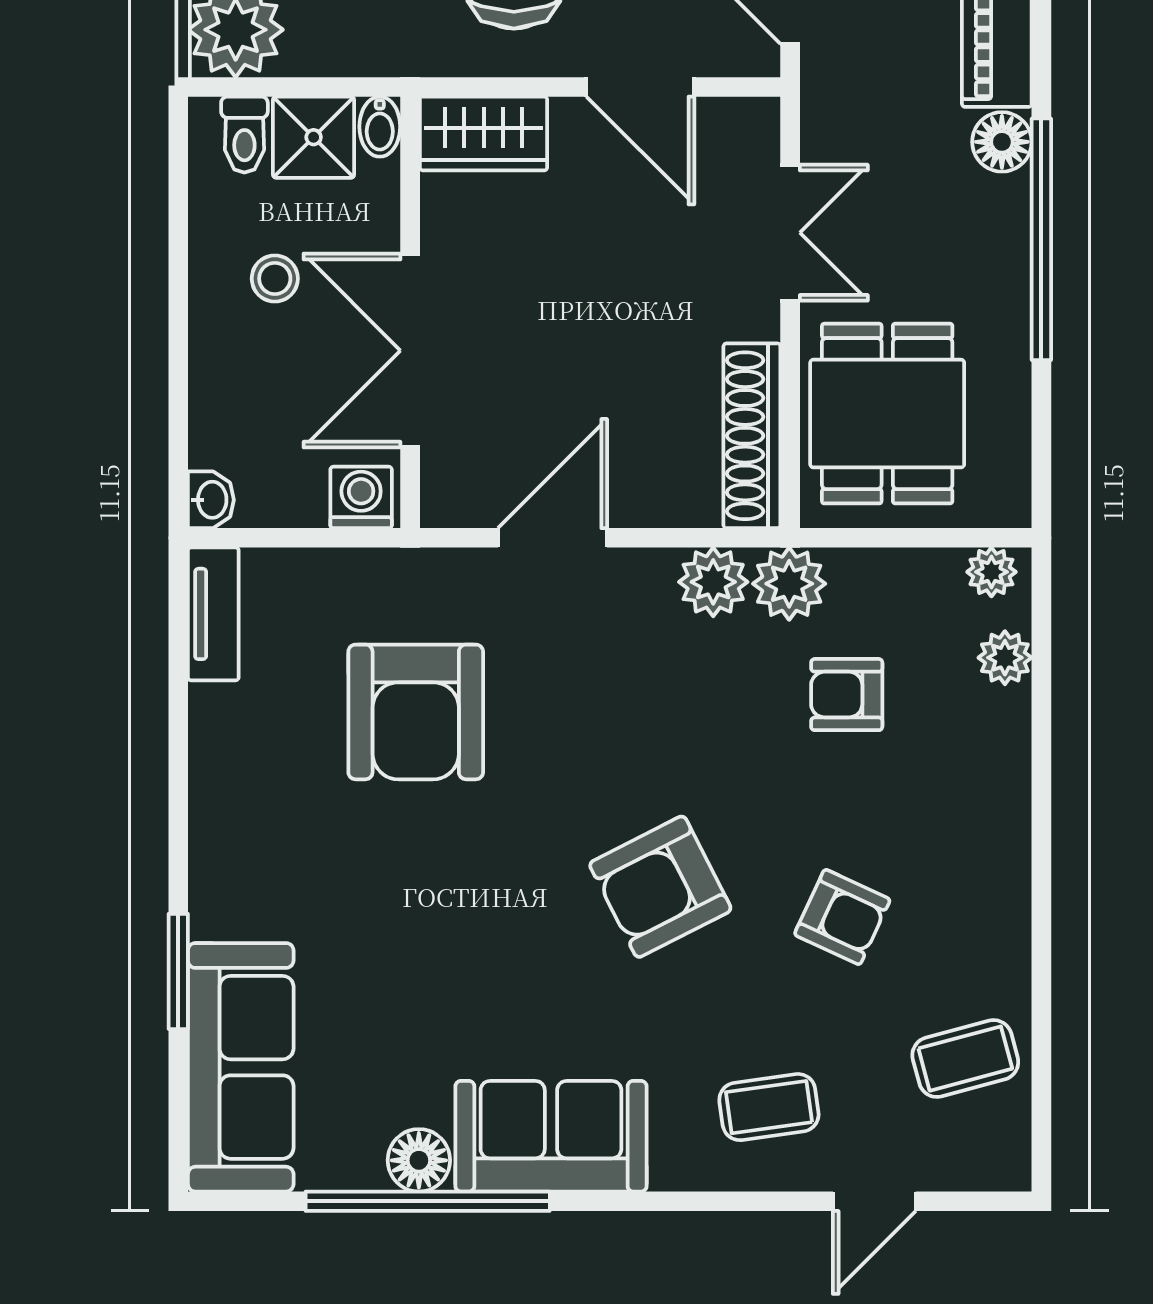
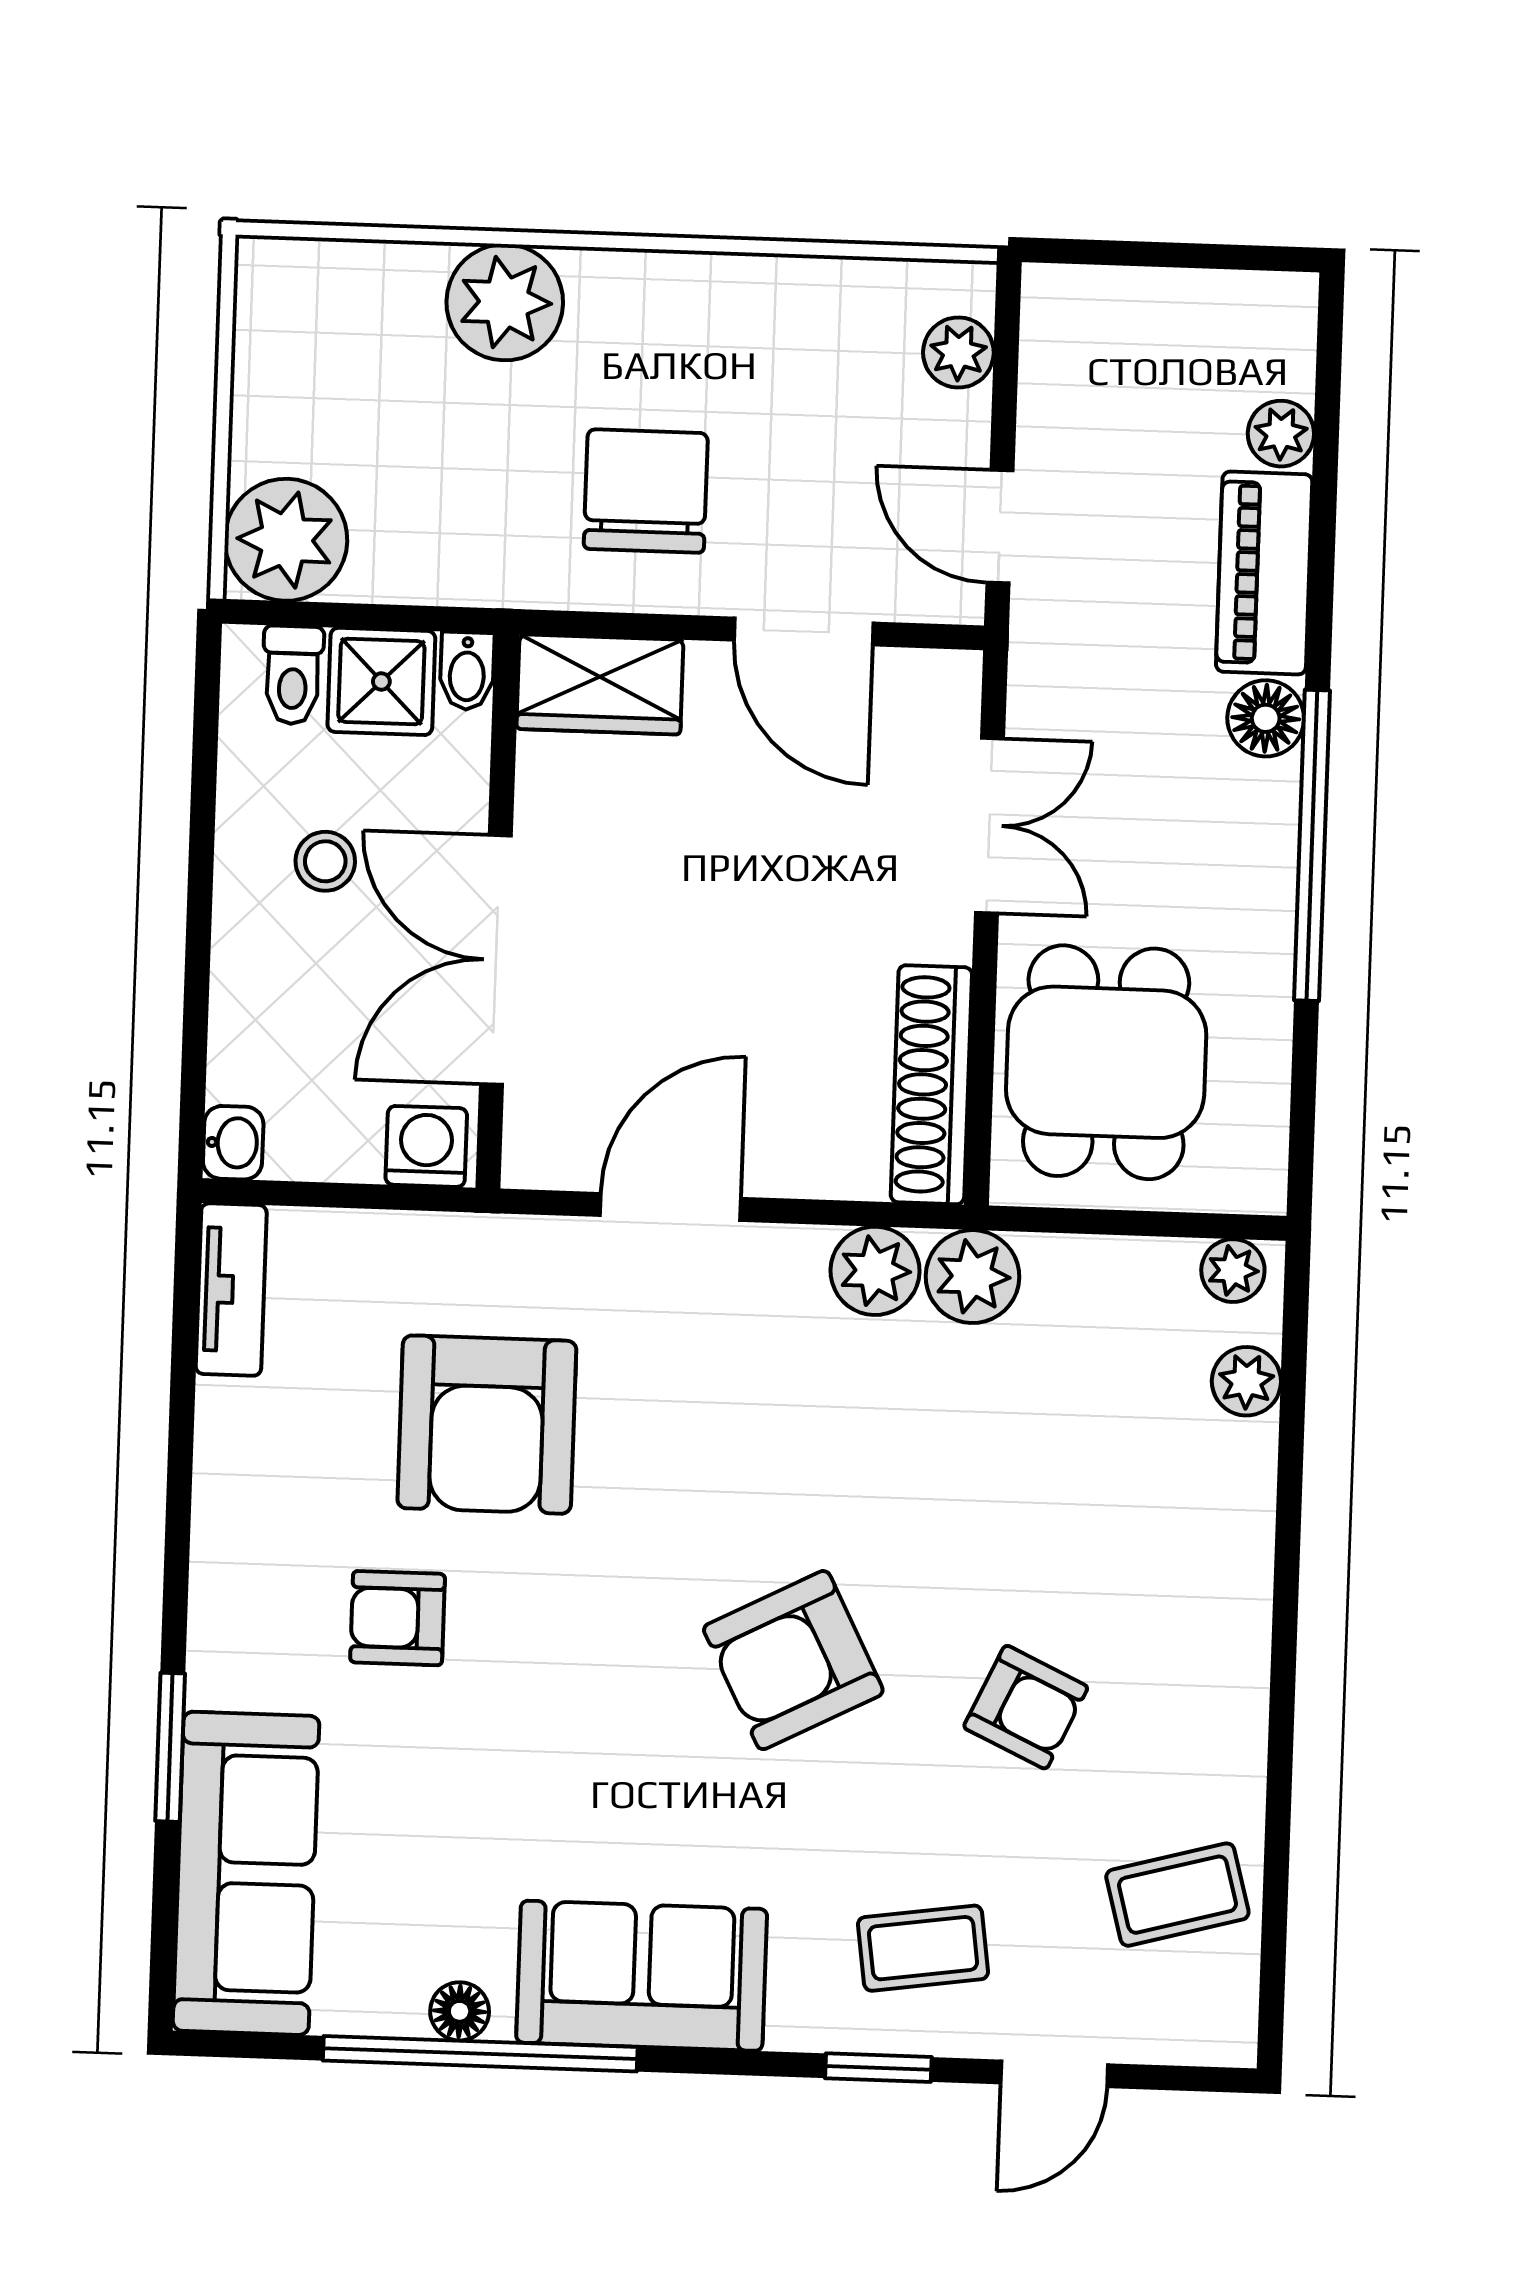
armchair: (847, 695) -> (398, 1618), moved
floor lamp: (419, 1160) -> (460, 2011), width x0.73, depth x0.73
window: (737, 1201) -> (878, 2068), added

